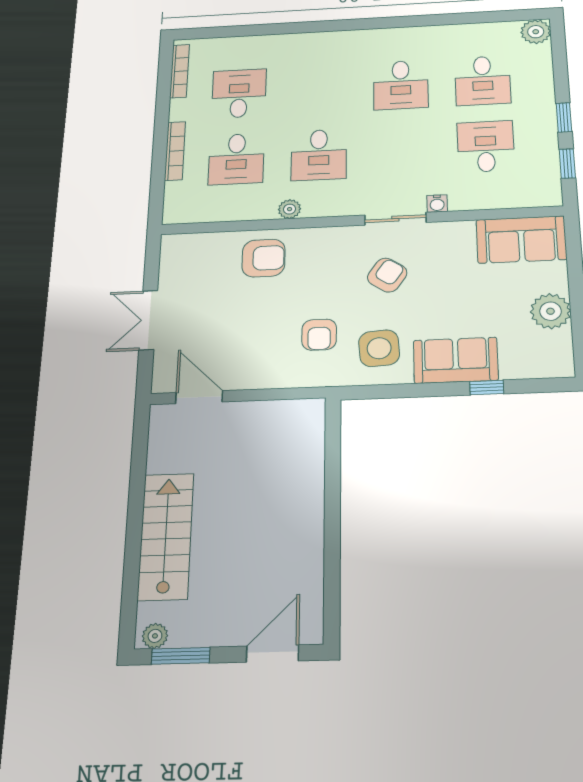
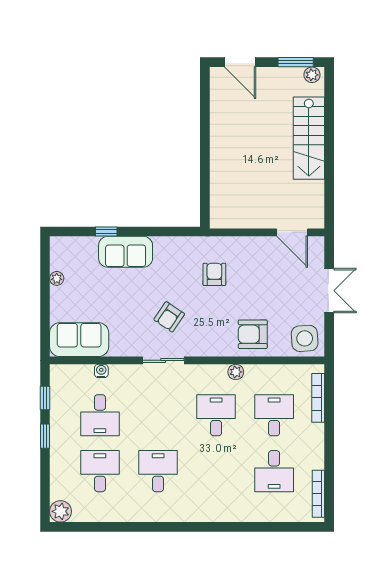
bookcase: (175, 151) -> (318, 398), moved
water cooler: (437, 203) -> (101, 371), moved
plant: (550, 311) -> (57, 278), width x0.53, depth x0.53
side table: (379, 348) -> (305, 338), moved
door: (273, 653) -> (240, 62), hinge flipped

